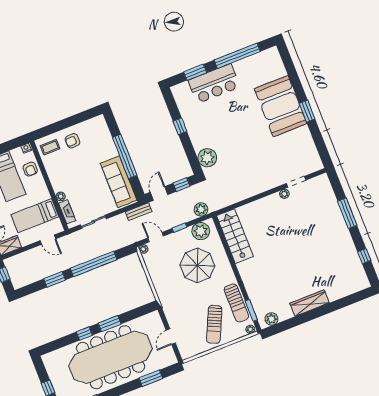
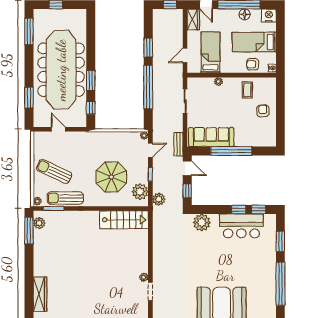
bar counter: (214, 84) -> (241, 226), moved, turned -90
window: (172, 107) -> (258, 210), added
coffee table: (50, 147) -> (247, 90), moved
fireplace: (67, 212) -> (203, 82), removed
wardrobe: (310, 303) -> (40, 294), moved
window: (283, 326) -> (29, 231), added
window: (84, 334) -> (91, 108), moved

